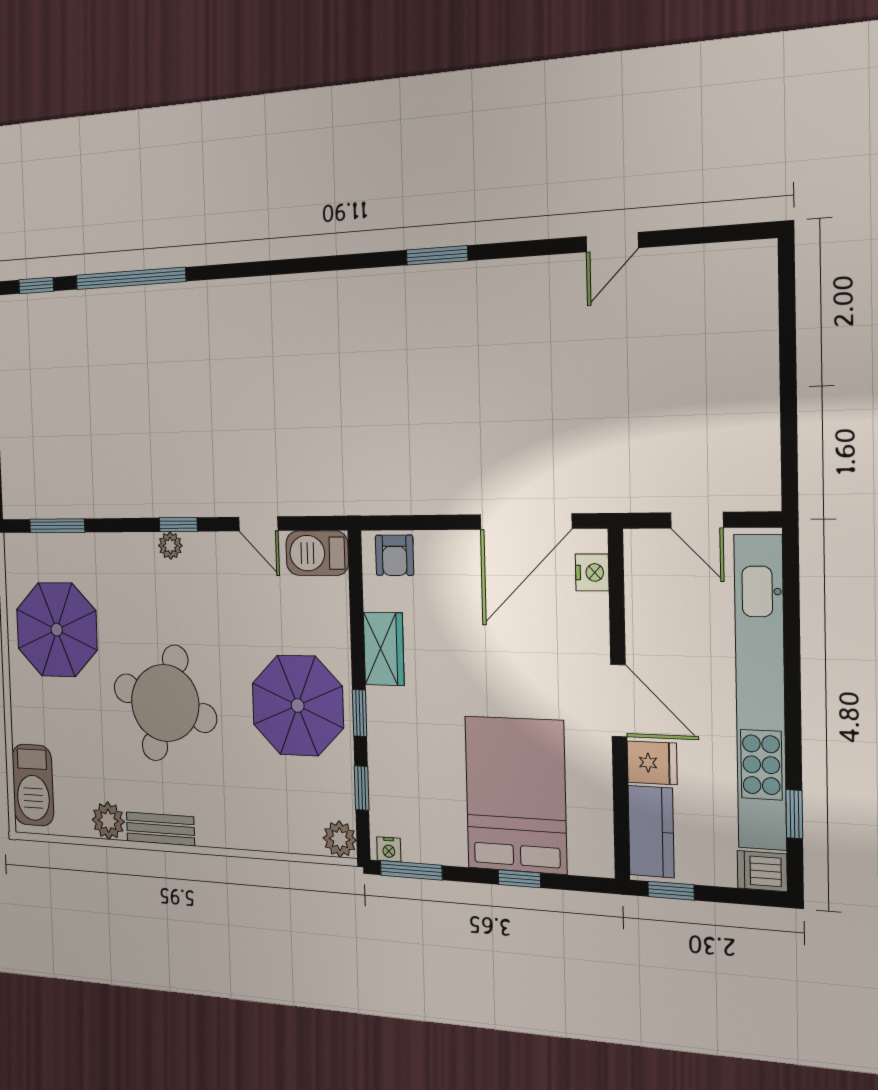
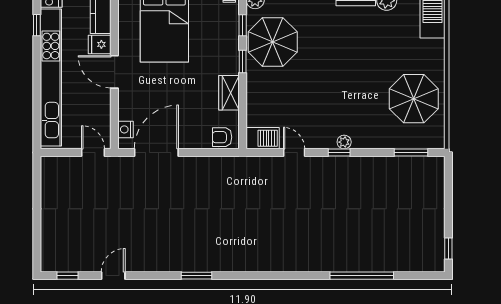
window: (36, 286) -> (67, 276), moved
door: (697, 520) -> (93, 153), moved
armchair: (395, 555) -> (222, 137), turned -90
round table: (165, 703) -> (350, 63), removed
parasol: (298, 705) -> (273, 42), moved

